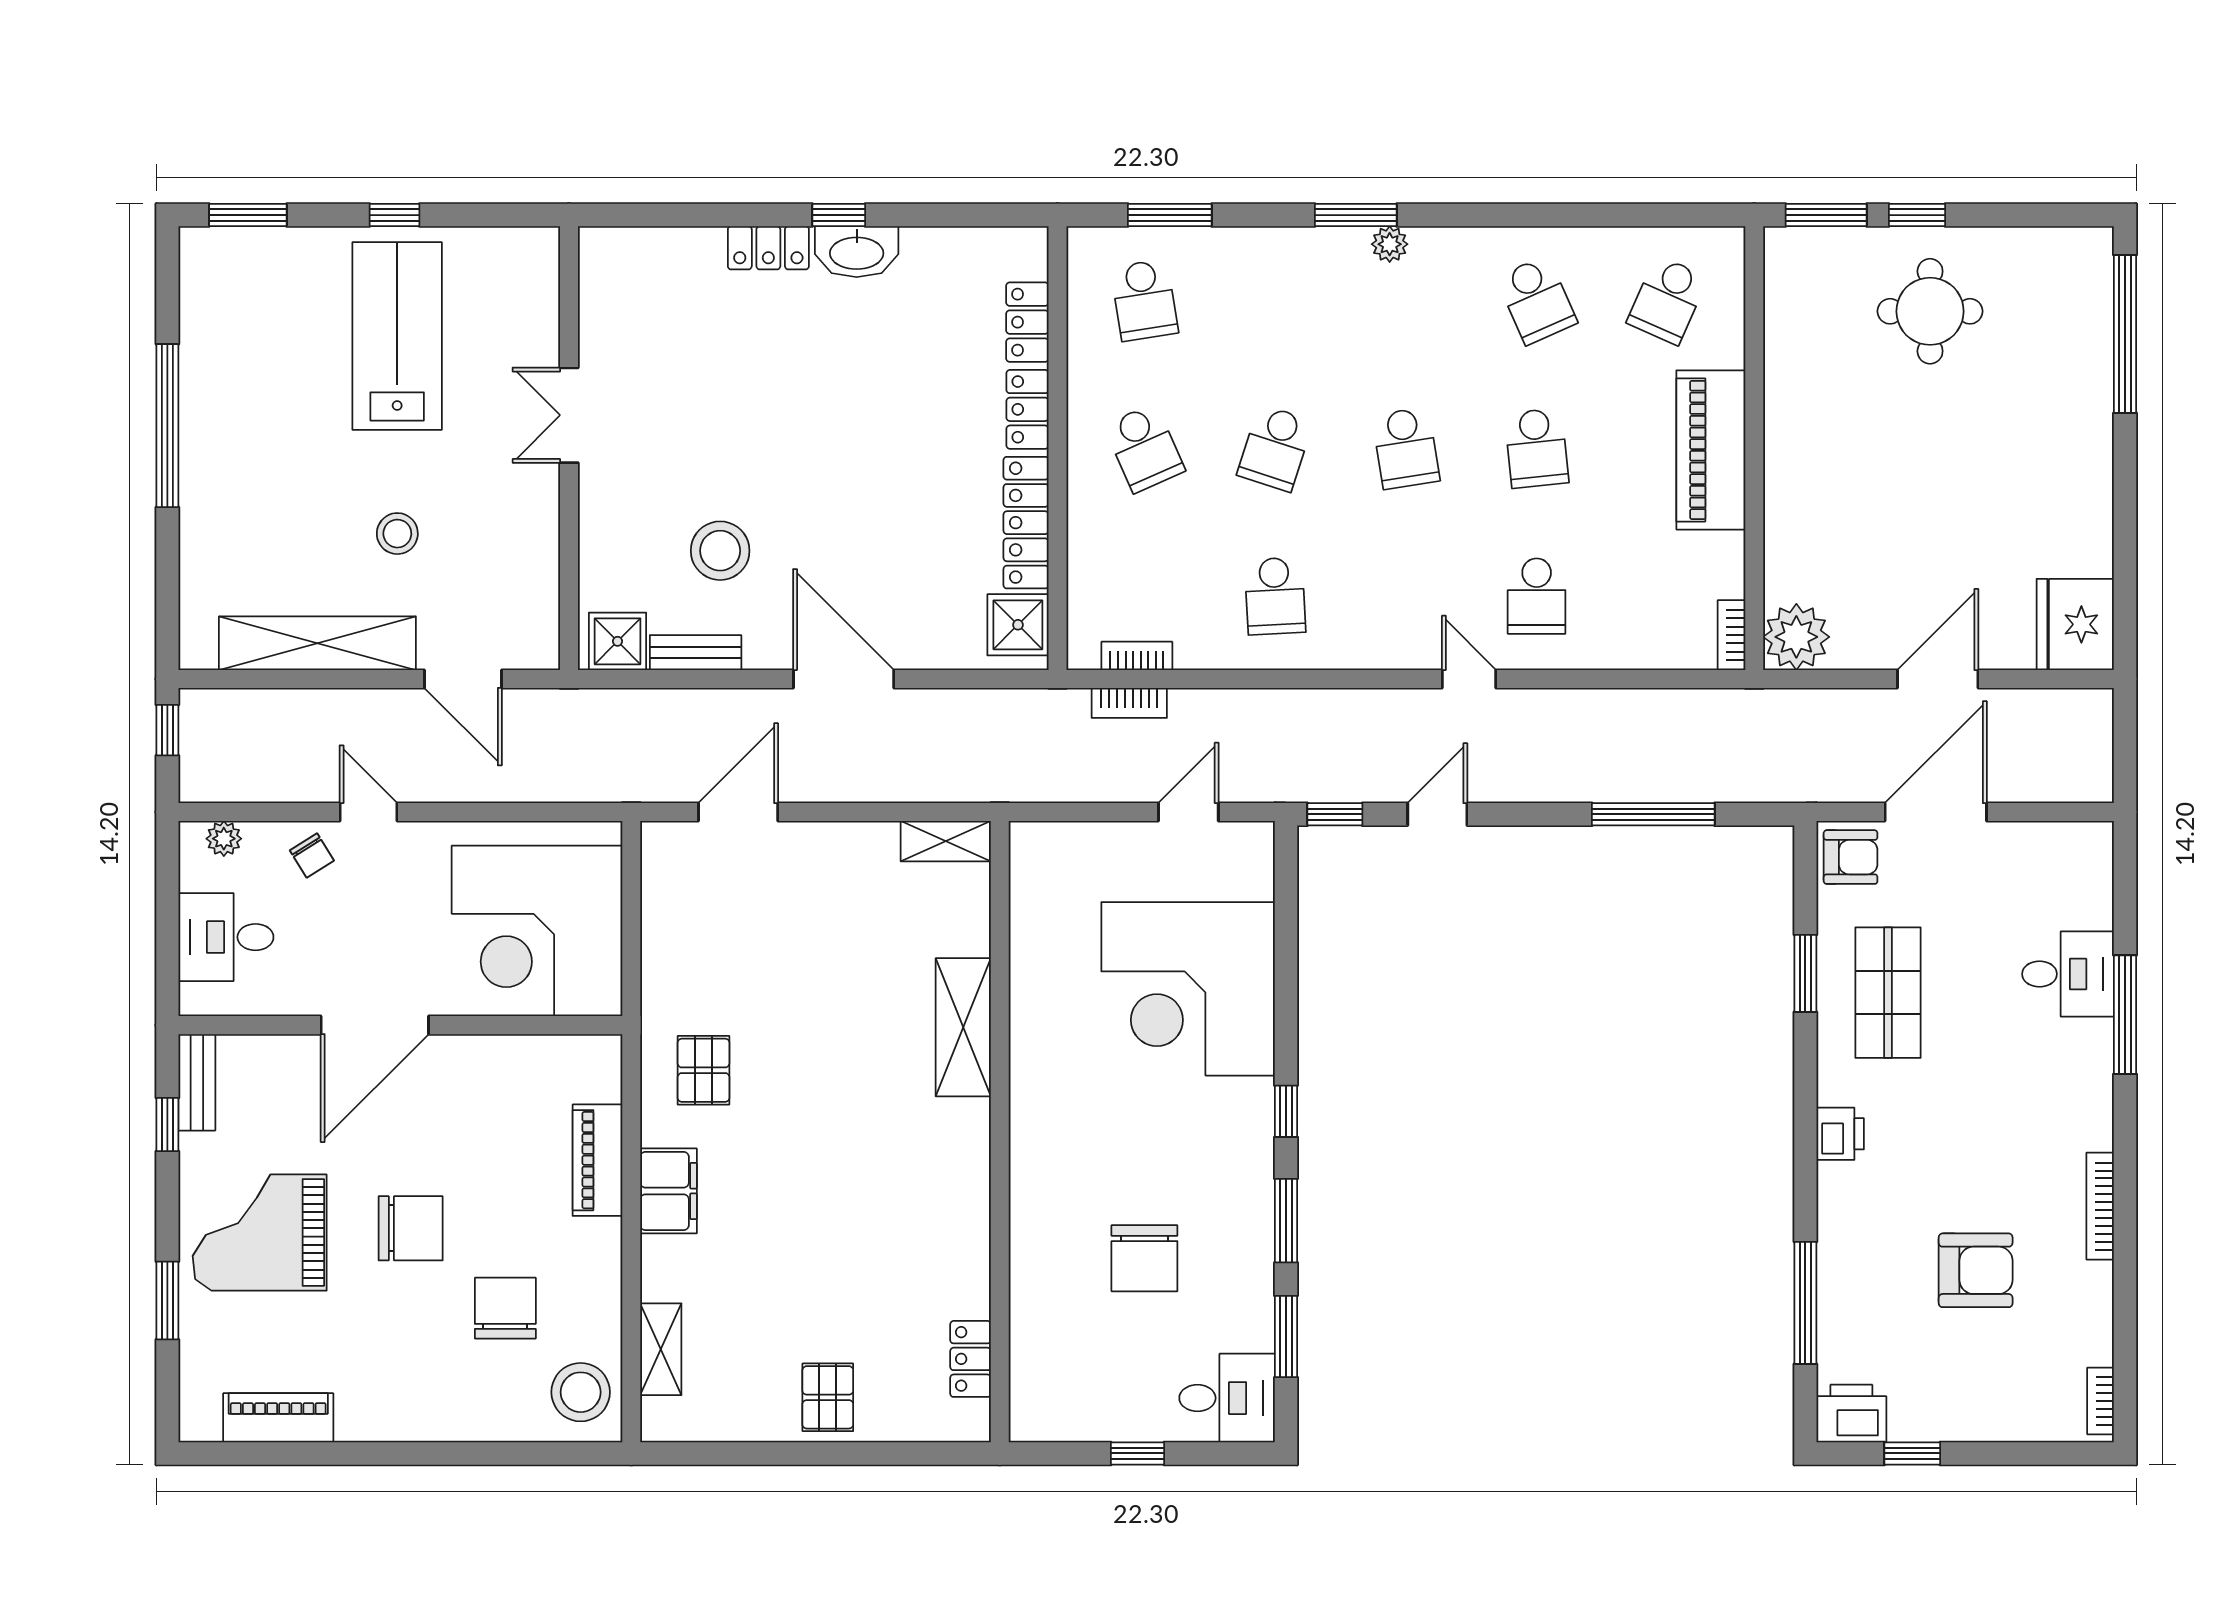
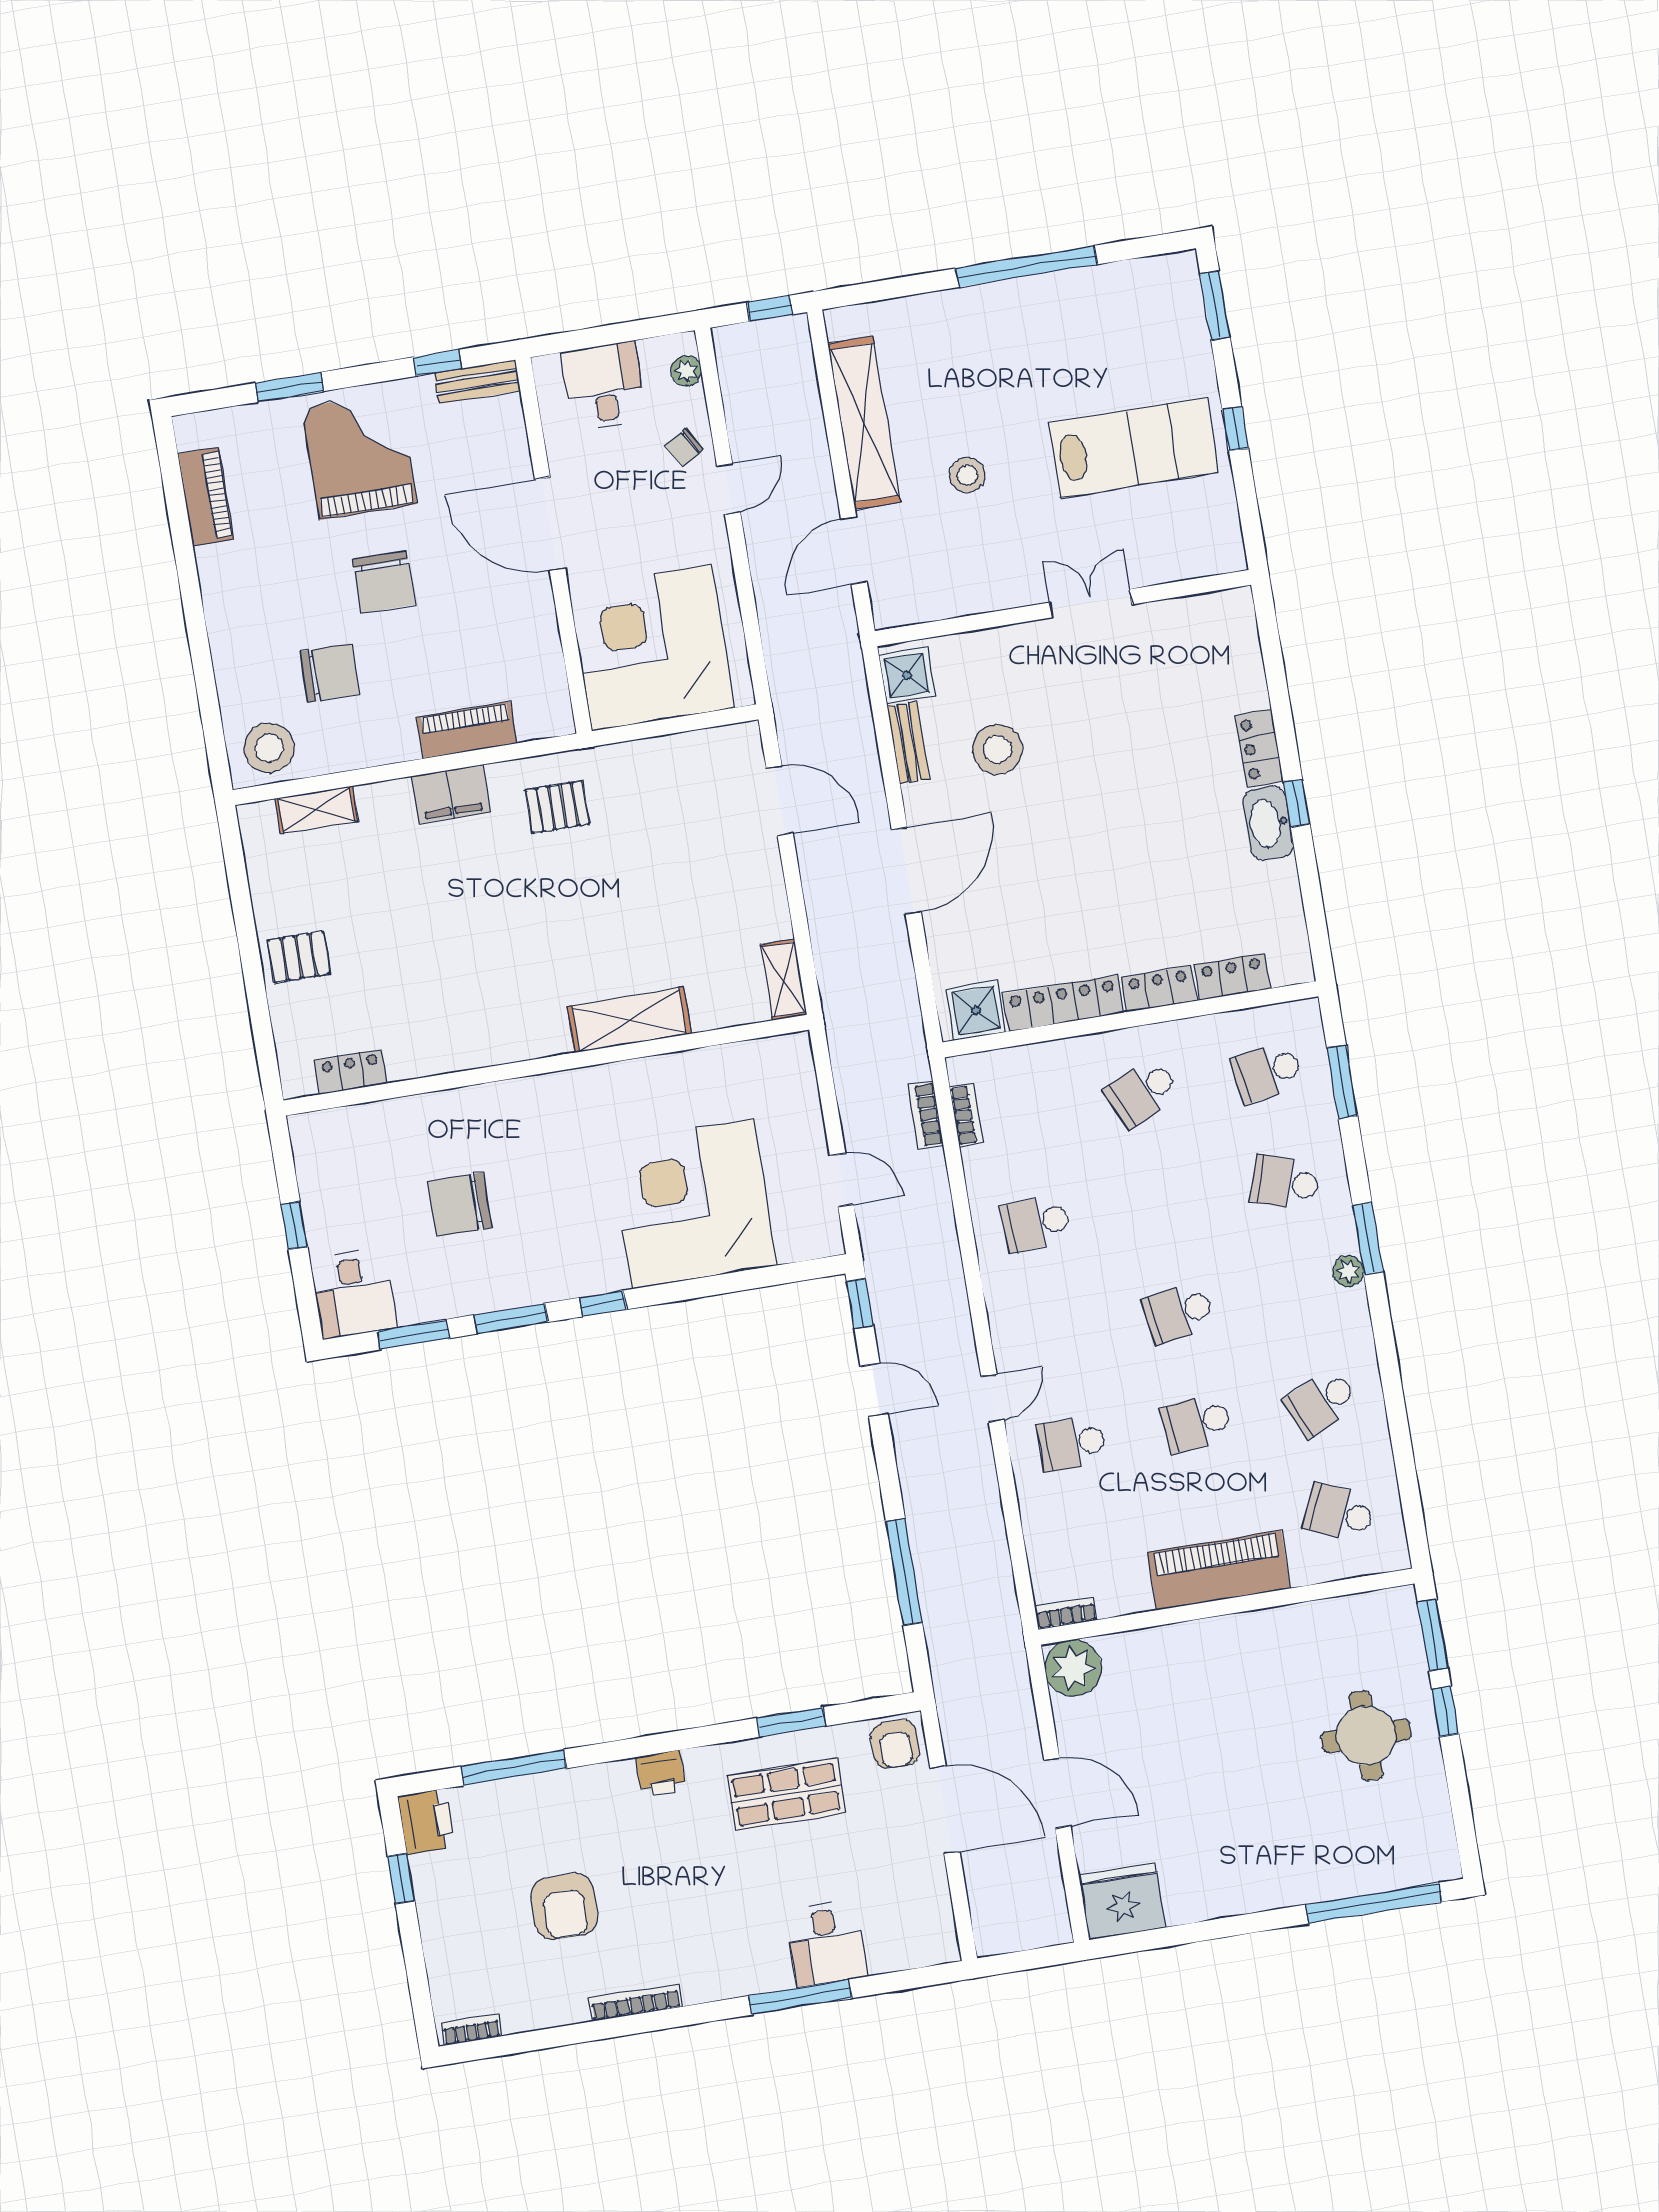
school desk: (1275, 448) -> (1285, 1182), moved

